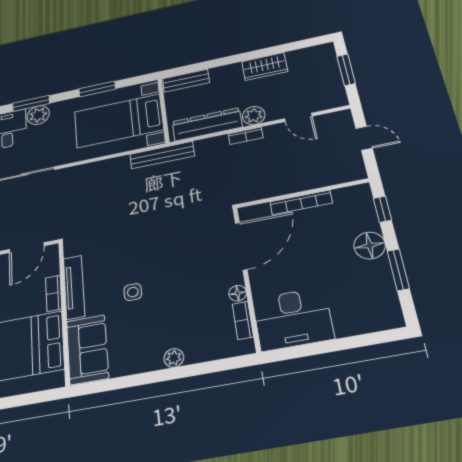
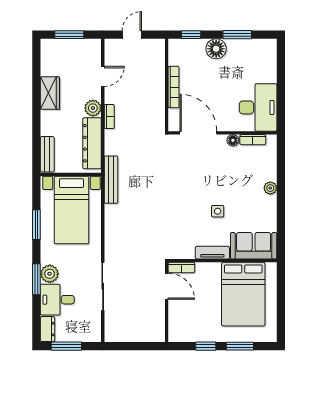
tv unit: (74, 287) -> (212, 253), width x0.71
bookcase: (54, 293) -> (181, 268), moved

